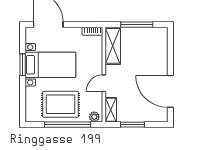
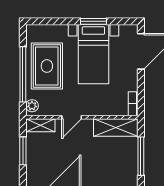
door: (104, 83) -> (72, 117), swing flipped

